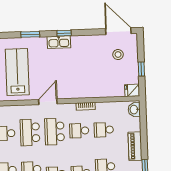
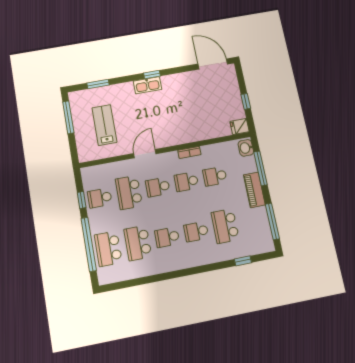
window: (30, 34) -> (98, 84), moved
stool: (118, 55) -> (217, 89), removed
lab bench: (17, 72) -> (104, 125), width x0.73, depth x0.72
window: (144, 129) -> (261, 168), added
school desk: (55, 132) -> (158, 187), width x0.54

